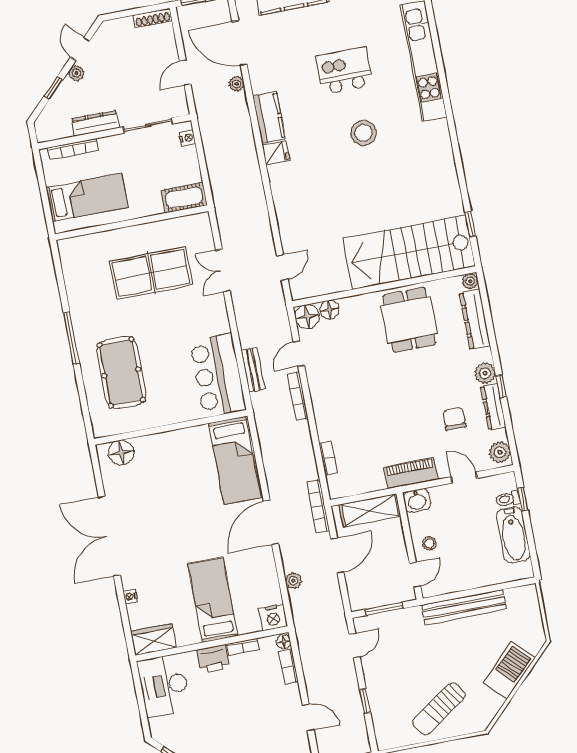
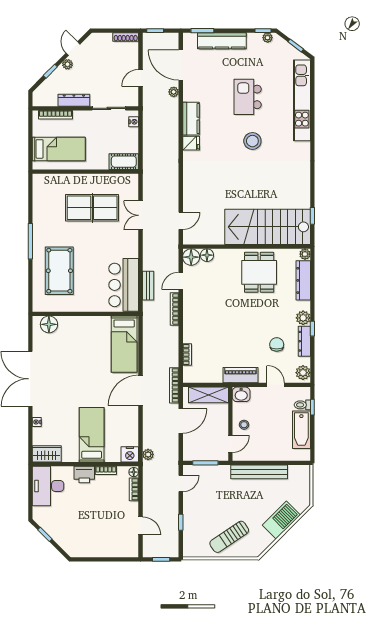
kitchen island: (345, 71) -> (248, 97), turned -90
plant: (293, 581) -> (148, 454), moved

